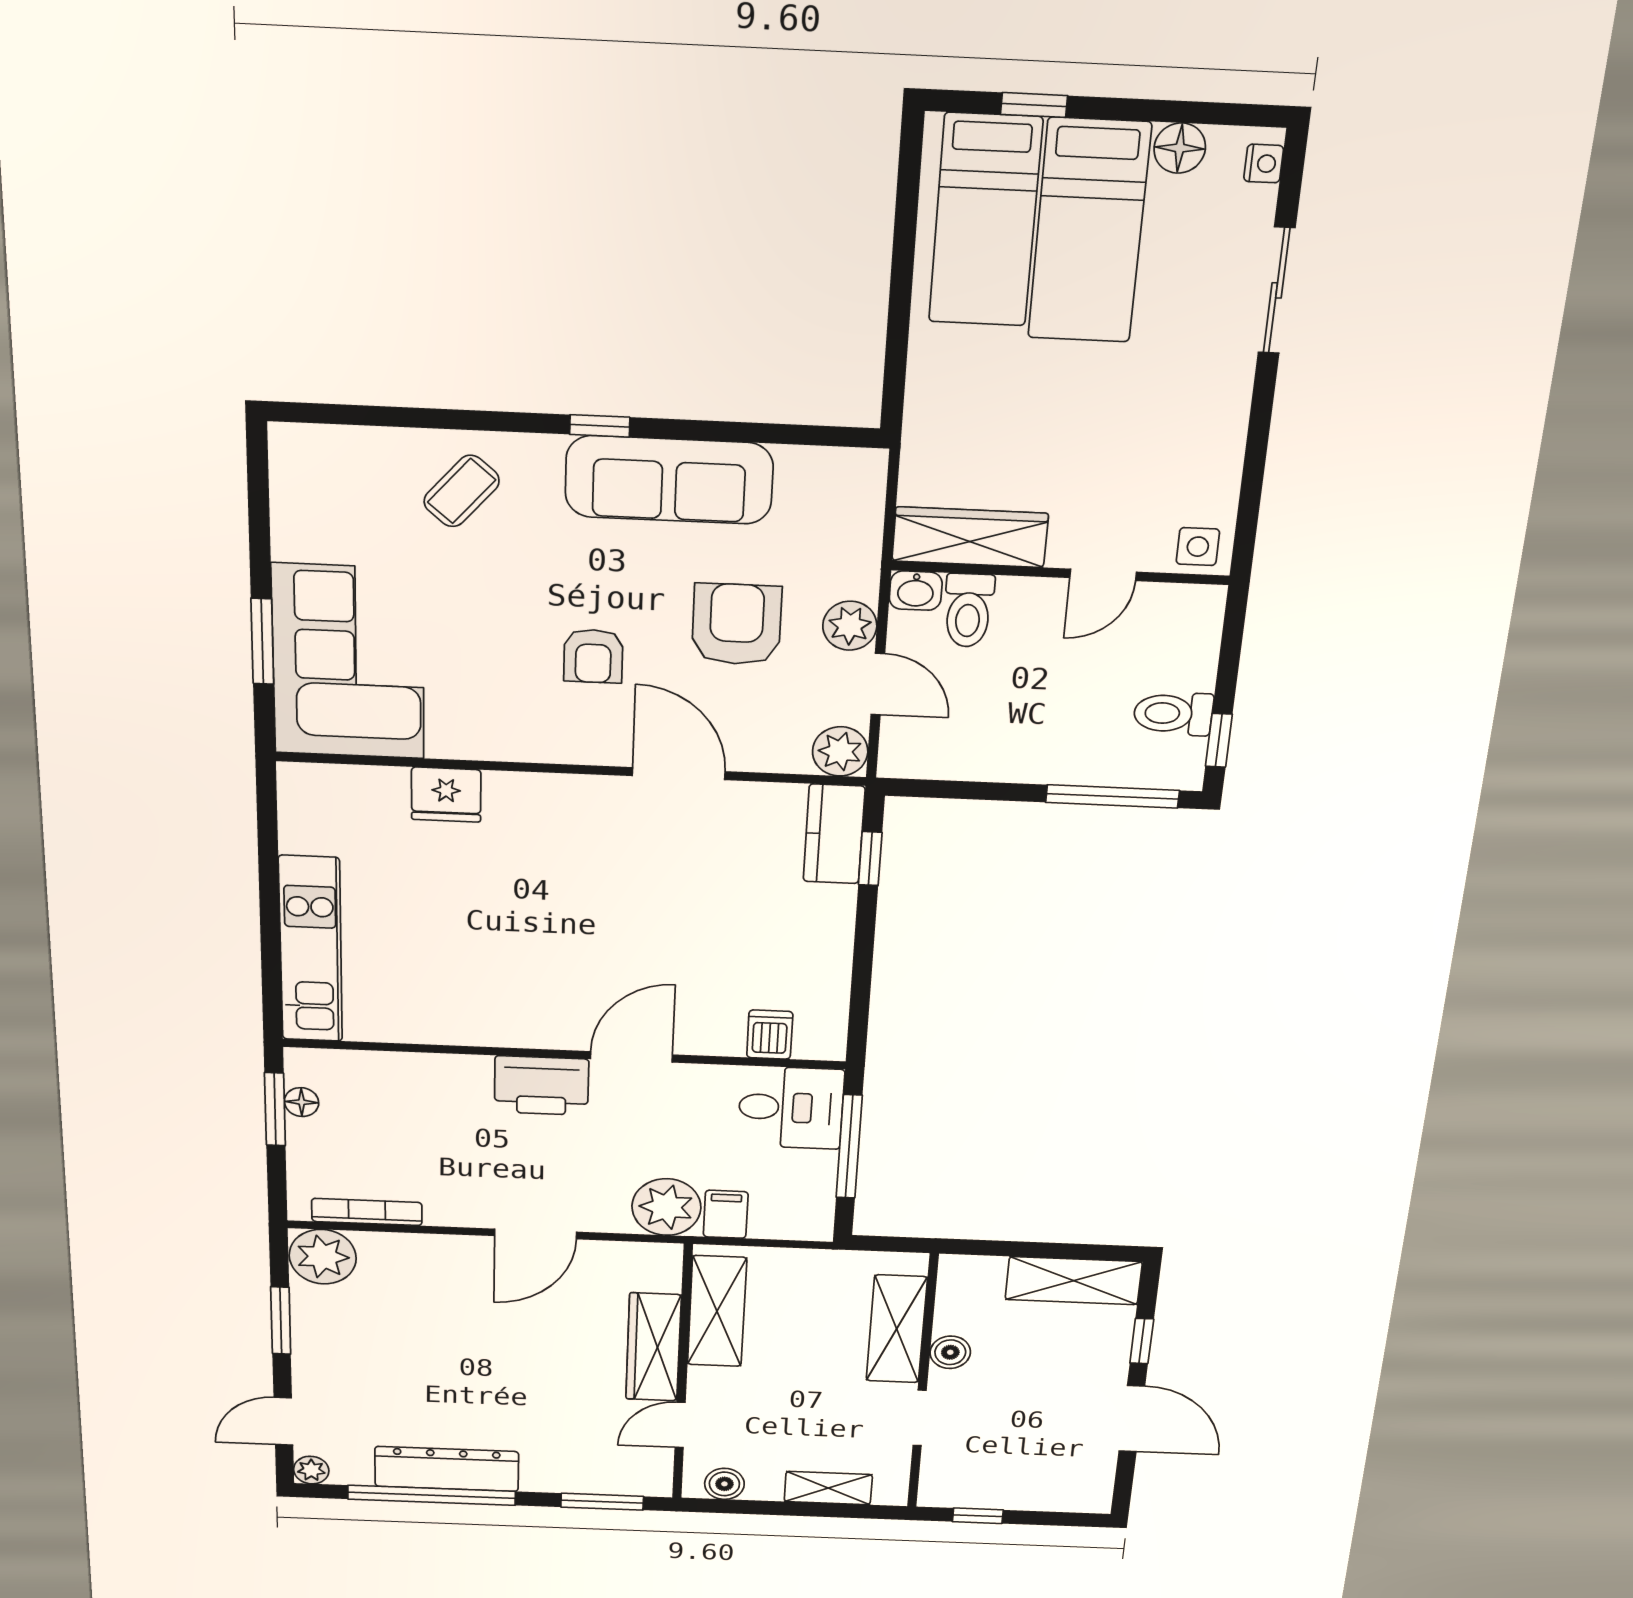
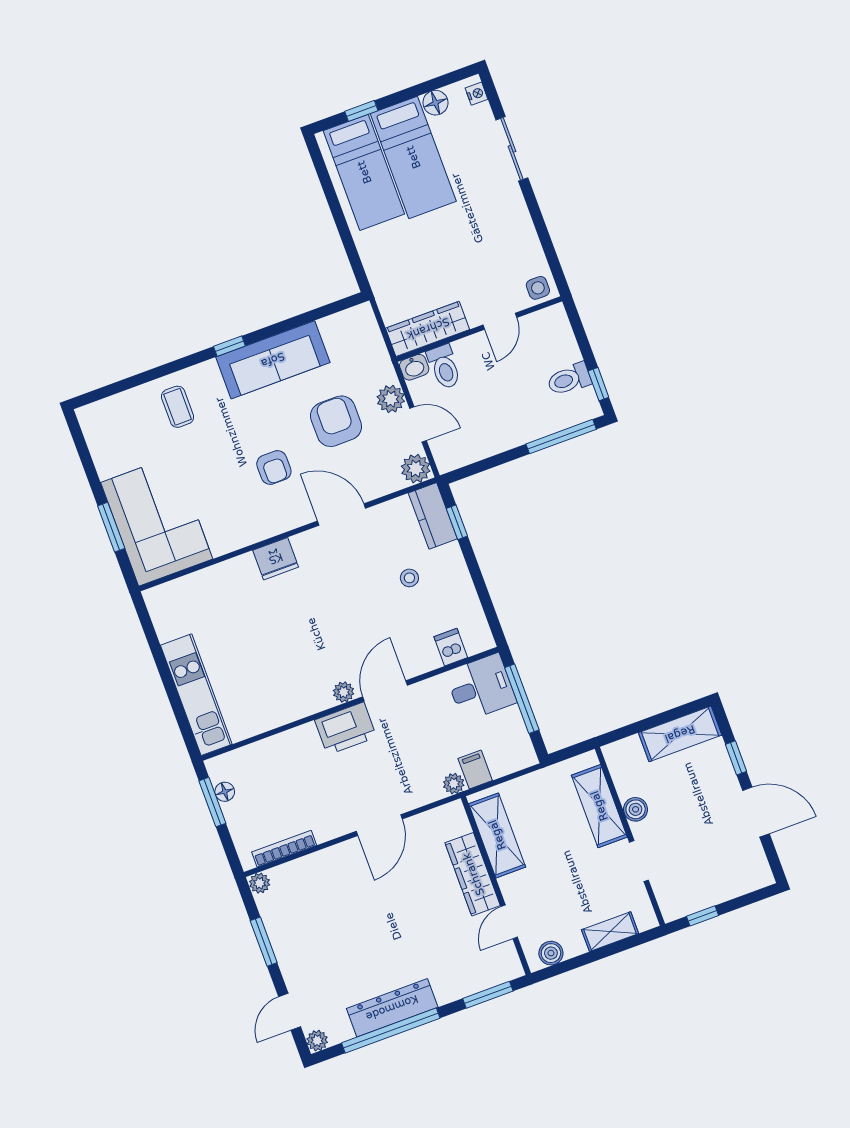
coffee table: (462, 491) -> (178, 407), turned -41
fridge: (446, 795) -> (276, 559), moved
stool: (750, 911) -> (409, 578), added
plant: (562, 1034) -> (344, 692), added
plant: (666, 1207) -> (454, 784), width x0.53, depth x0.53
plant: (323, 1257) -> (260, 883), width x0.53, depth x0.53

